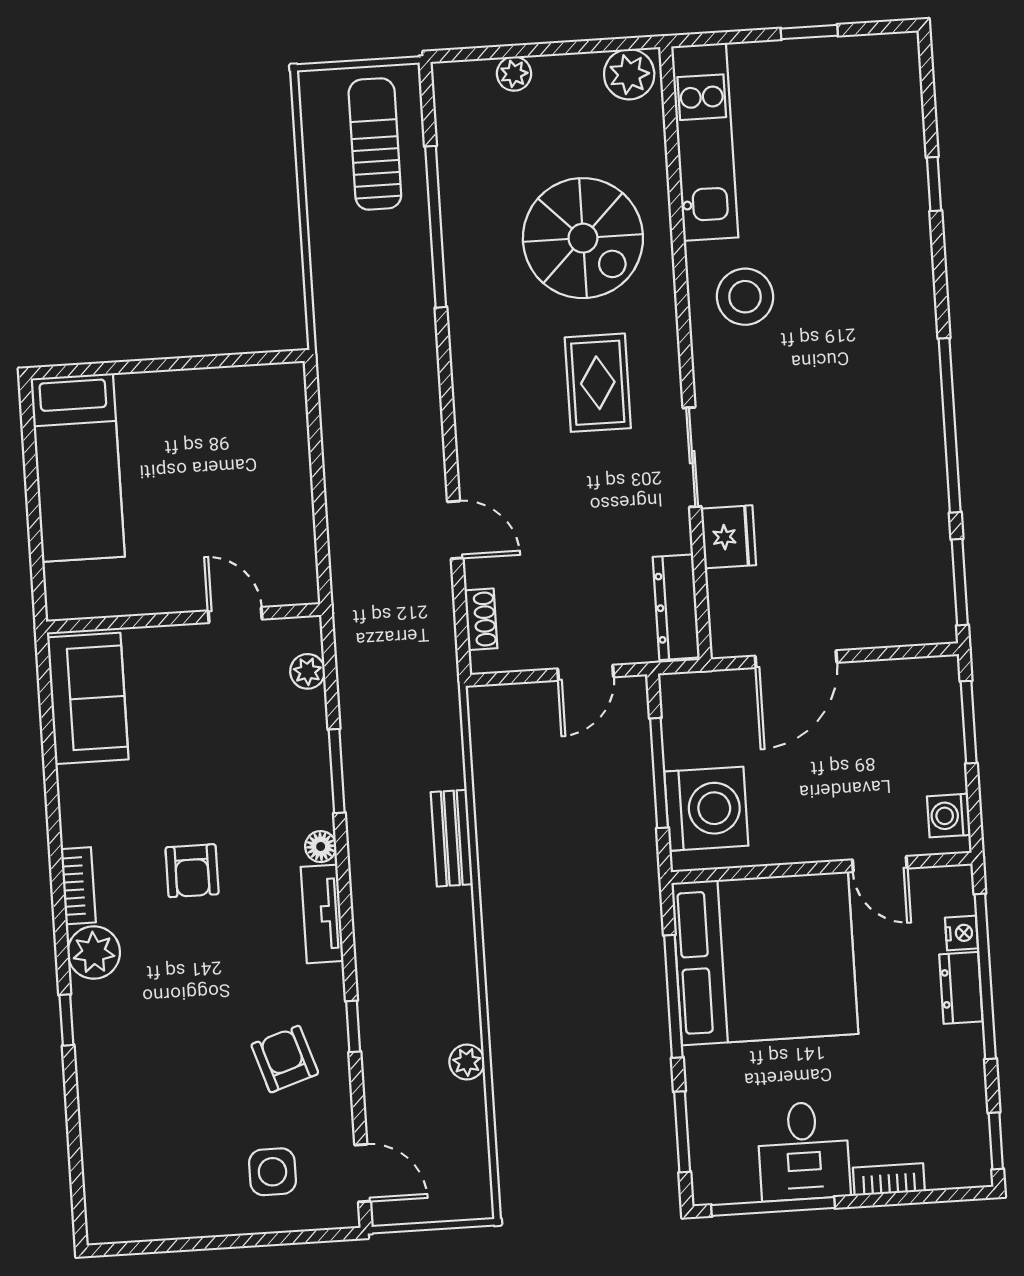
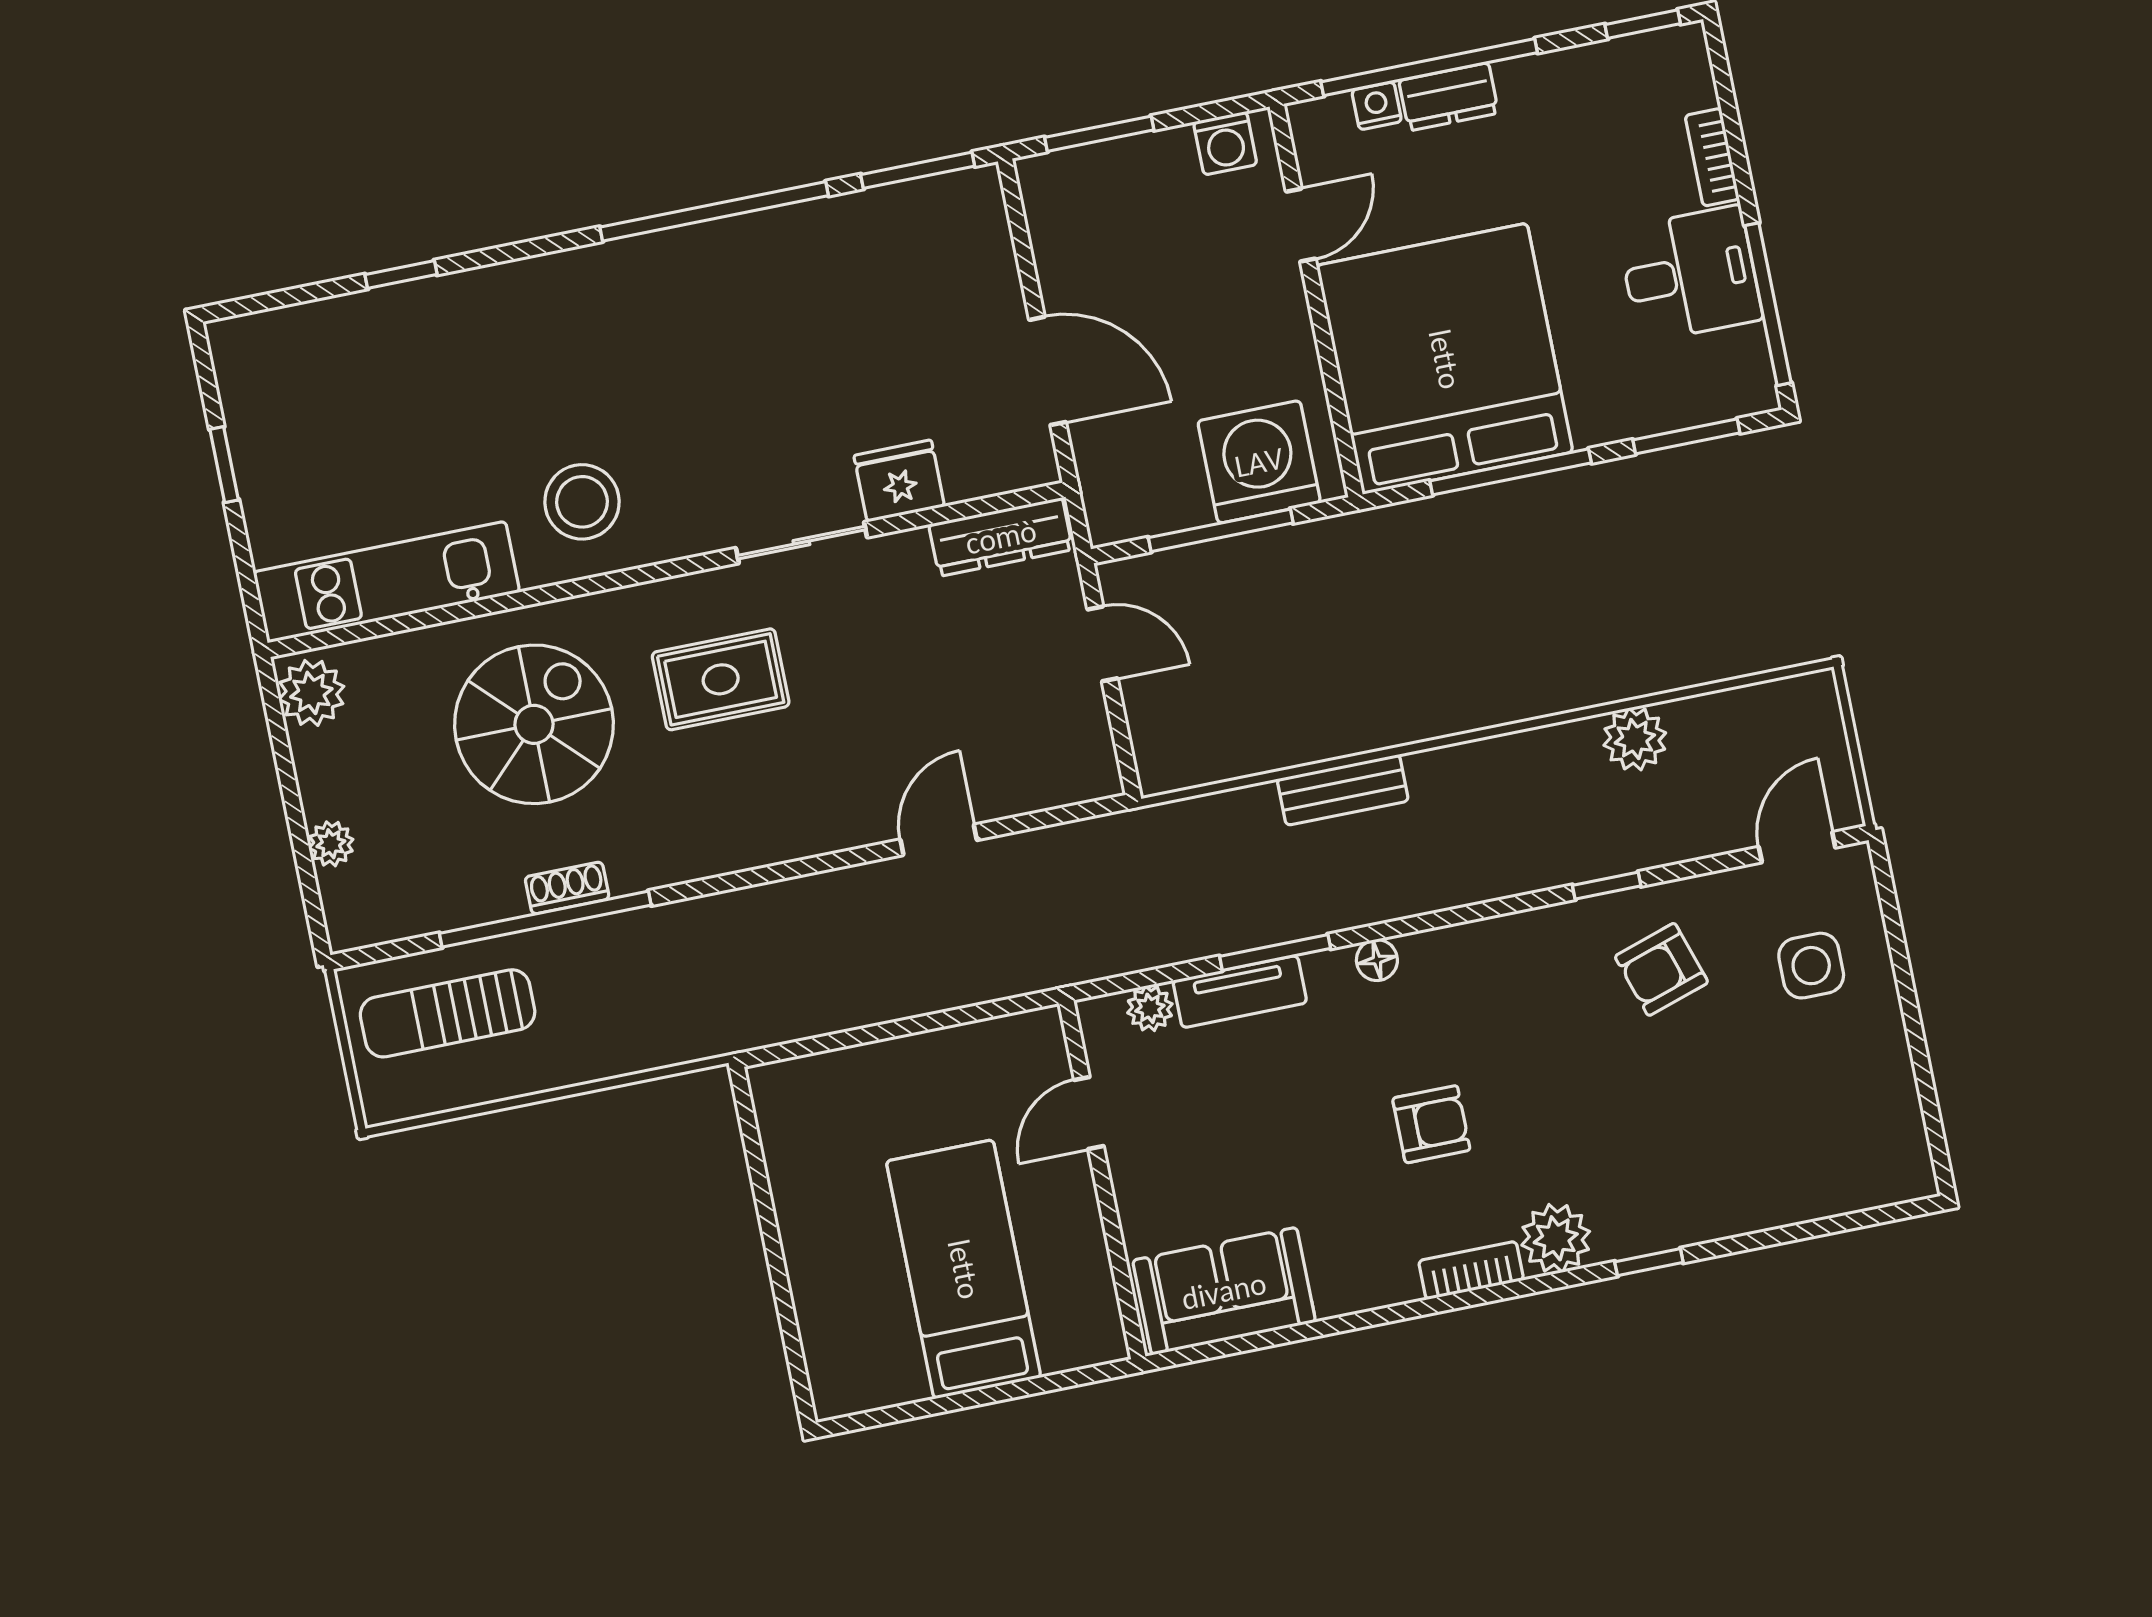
bed: (78, 468) -> (964, 1269), moved, turned -90
shoe rack: (481, 619) -> (567, 888), moved
tv unit: (322, 914) -> (1240, 992), moved
plant: (467, 1062) -> (1635, 739), width x1.38, depth x1.38

